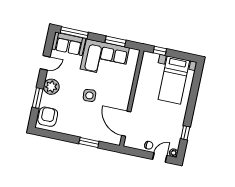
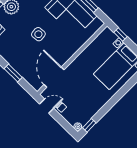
window: (185, 133) -> (89, 125), moved
door: (160, 157) -> (47, 106), moved

